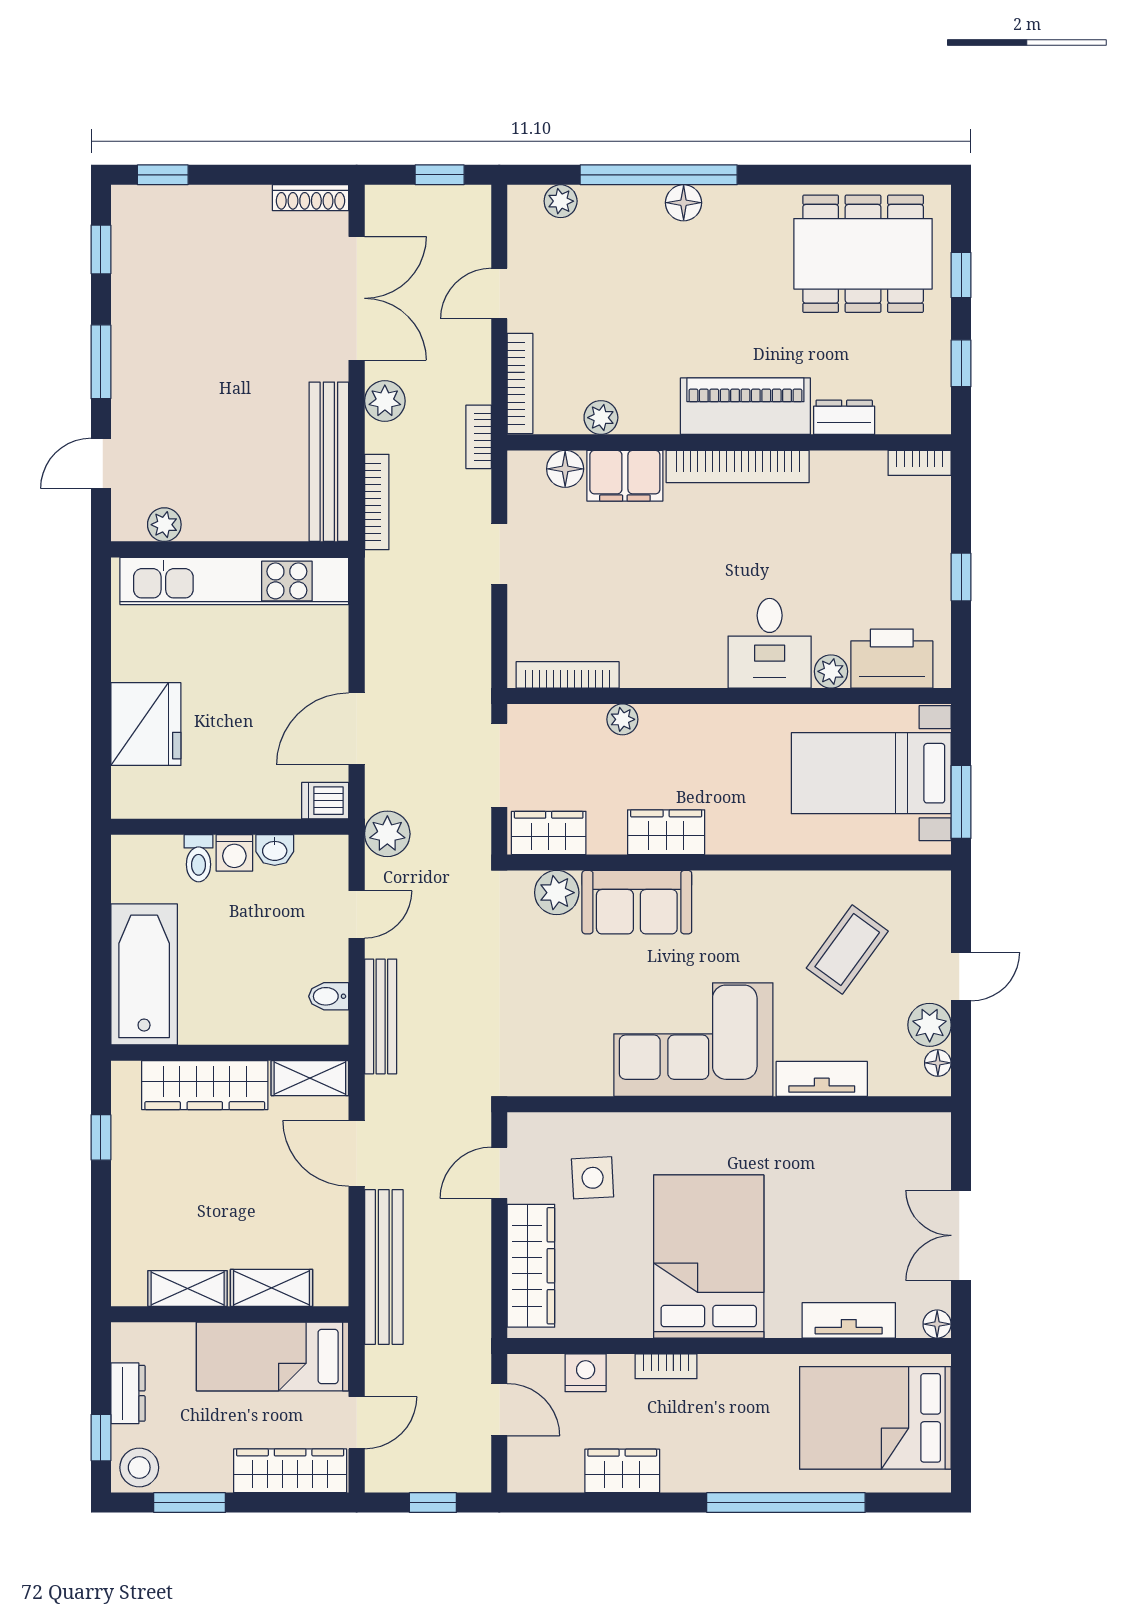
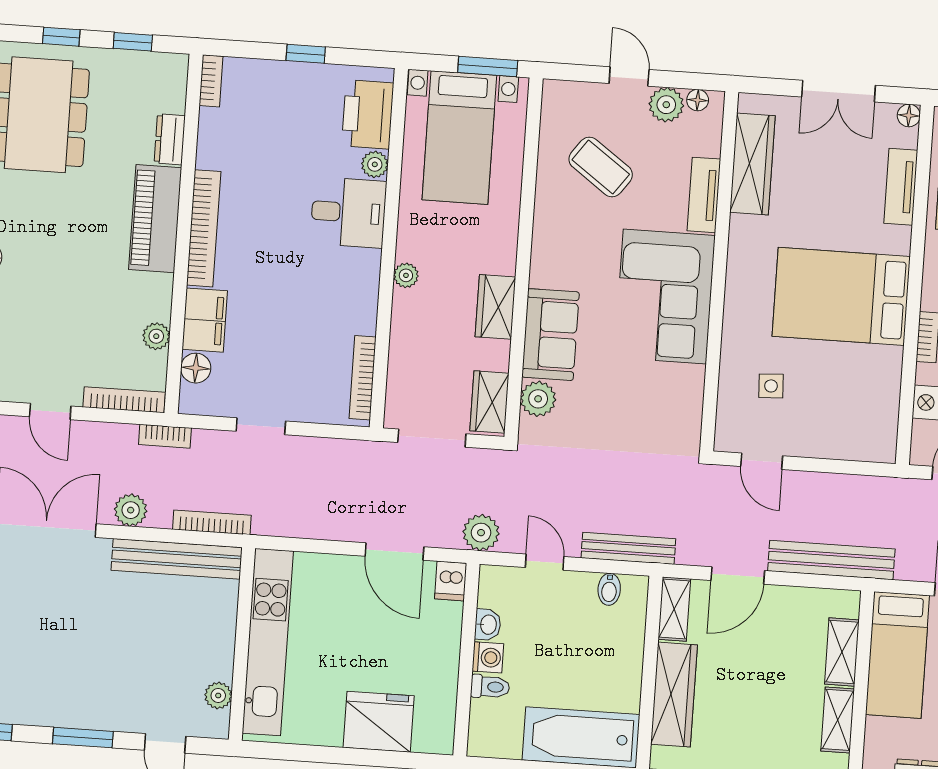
plant: (622, 719) -> (406, 275), moved
side table: (593, 1178) -> (771, 386), width x0.73, depth x0.73
wardrobe: (531, 1266) -> (752, 164), moved, turned 90

